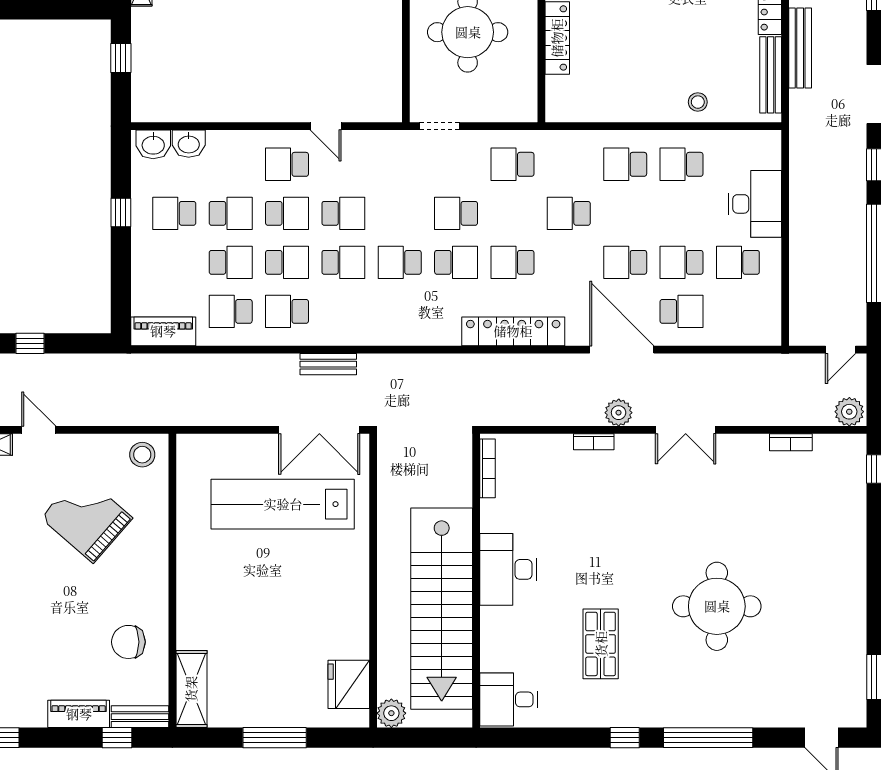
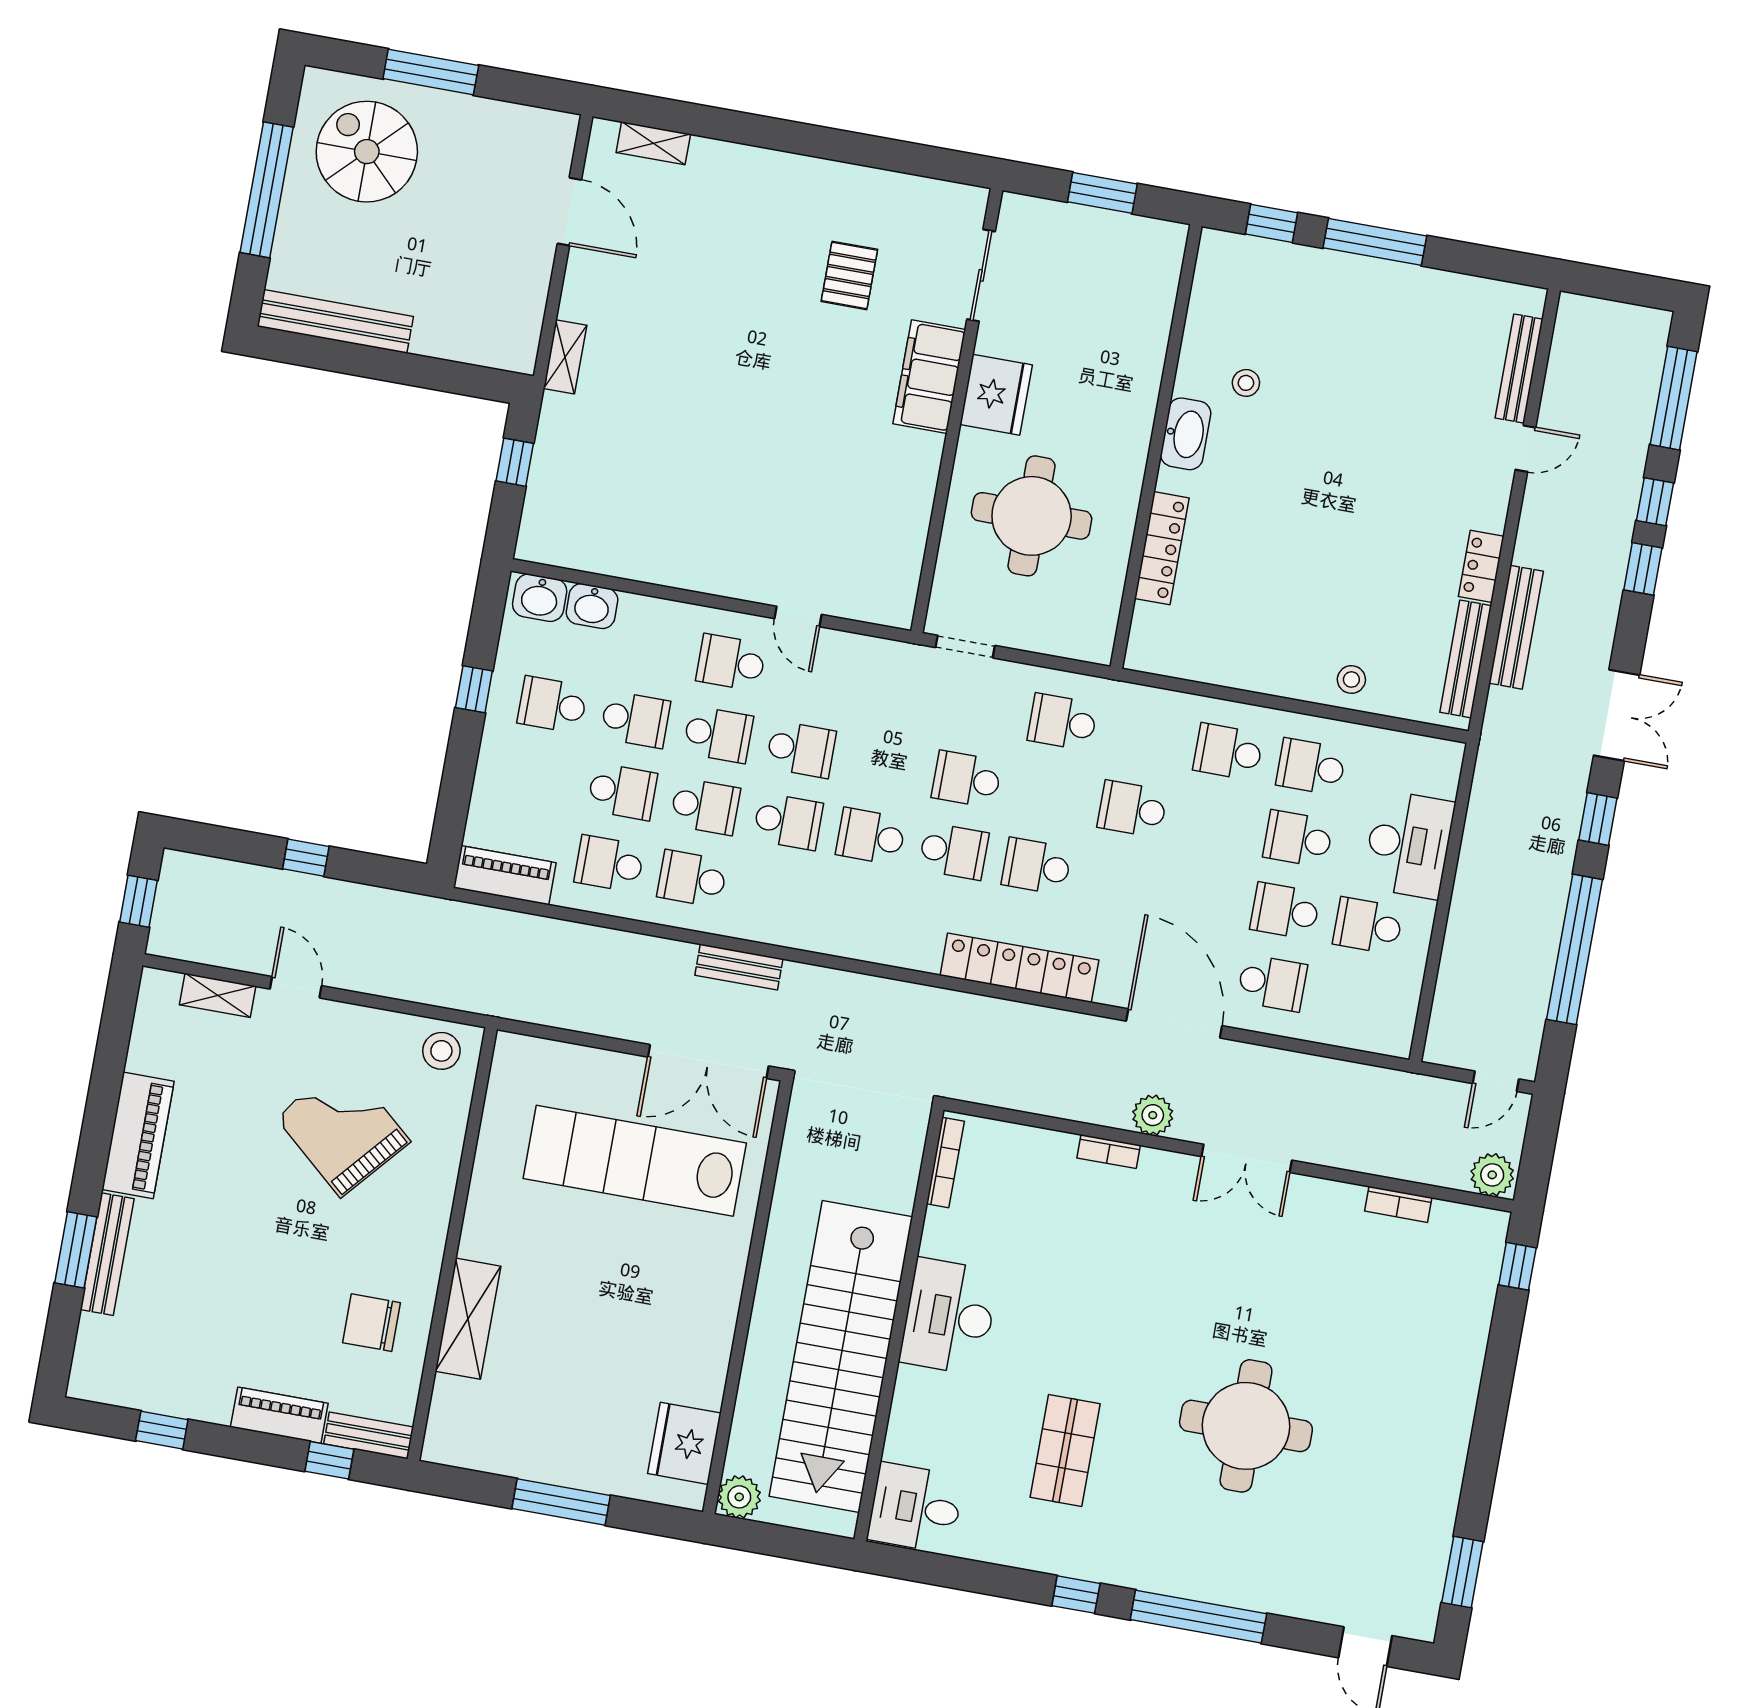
school desk: (625, 262) -> (1298, 839), moved
shelving: (191, 689) -> (468, 1319), moved

